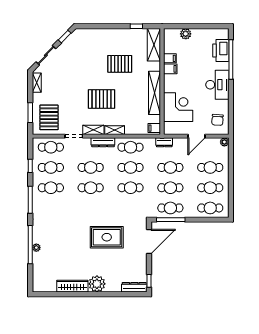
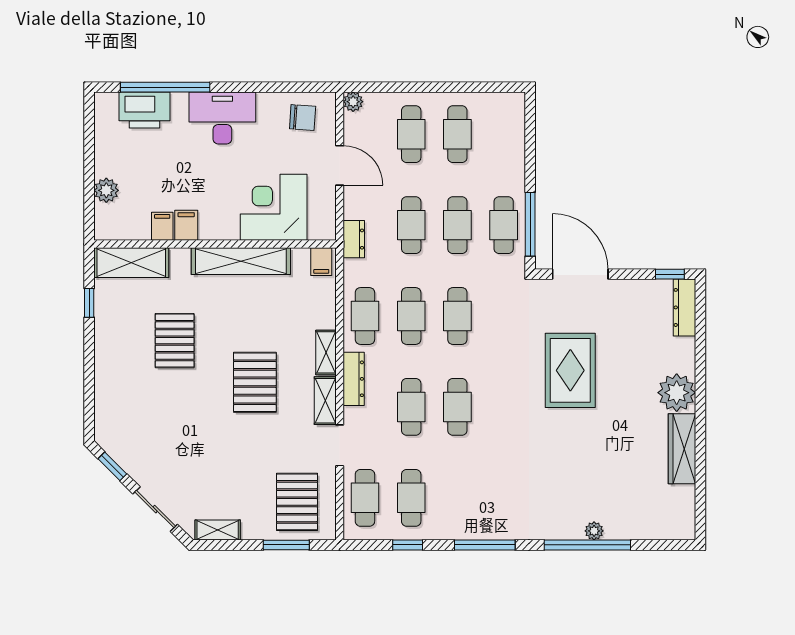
pallet: (49, 117) -> (297, 502), turned 90
cafe table: (51, 188) -> (457, 498), removed
cafe table: (210, 208) -> (504, 134), removed

